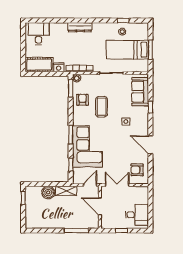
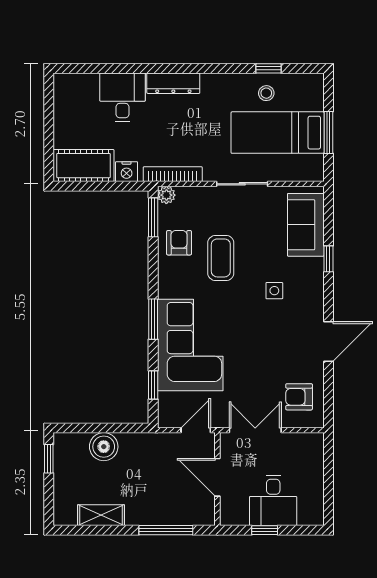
desk: (39, 34) -> (123, 97), moved
door: (150, 145) -> (328, 341), swing flipped
shelving: (66, 191) -> (101, 515), moved
desk: (137, 215) -> (273, 500), moved, turned 90

